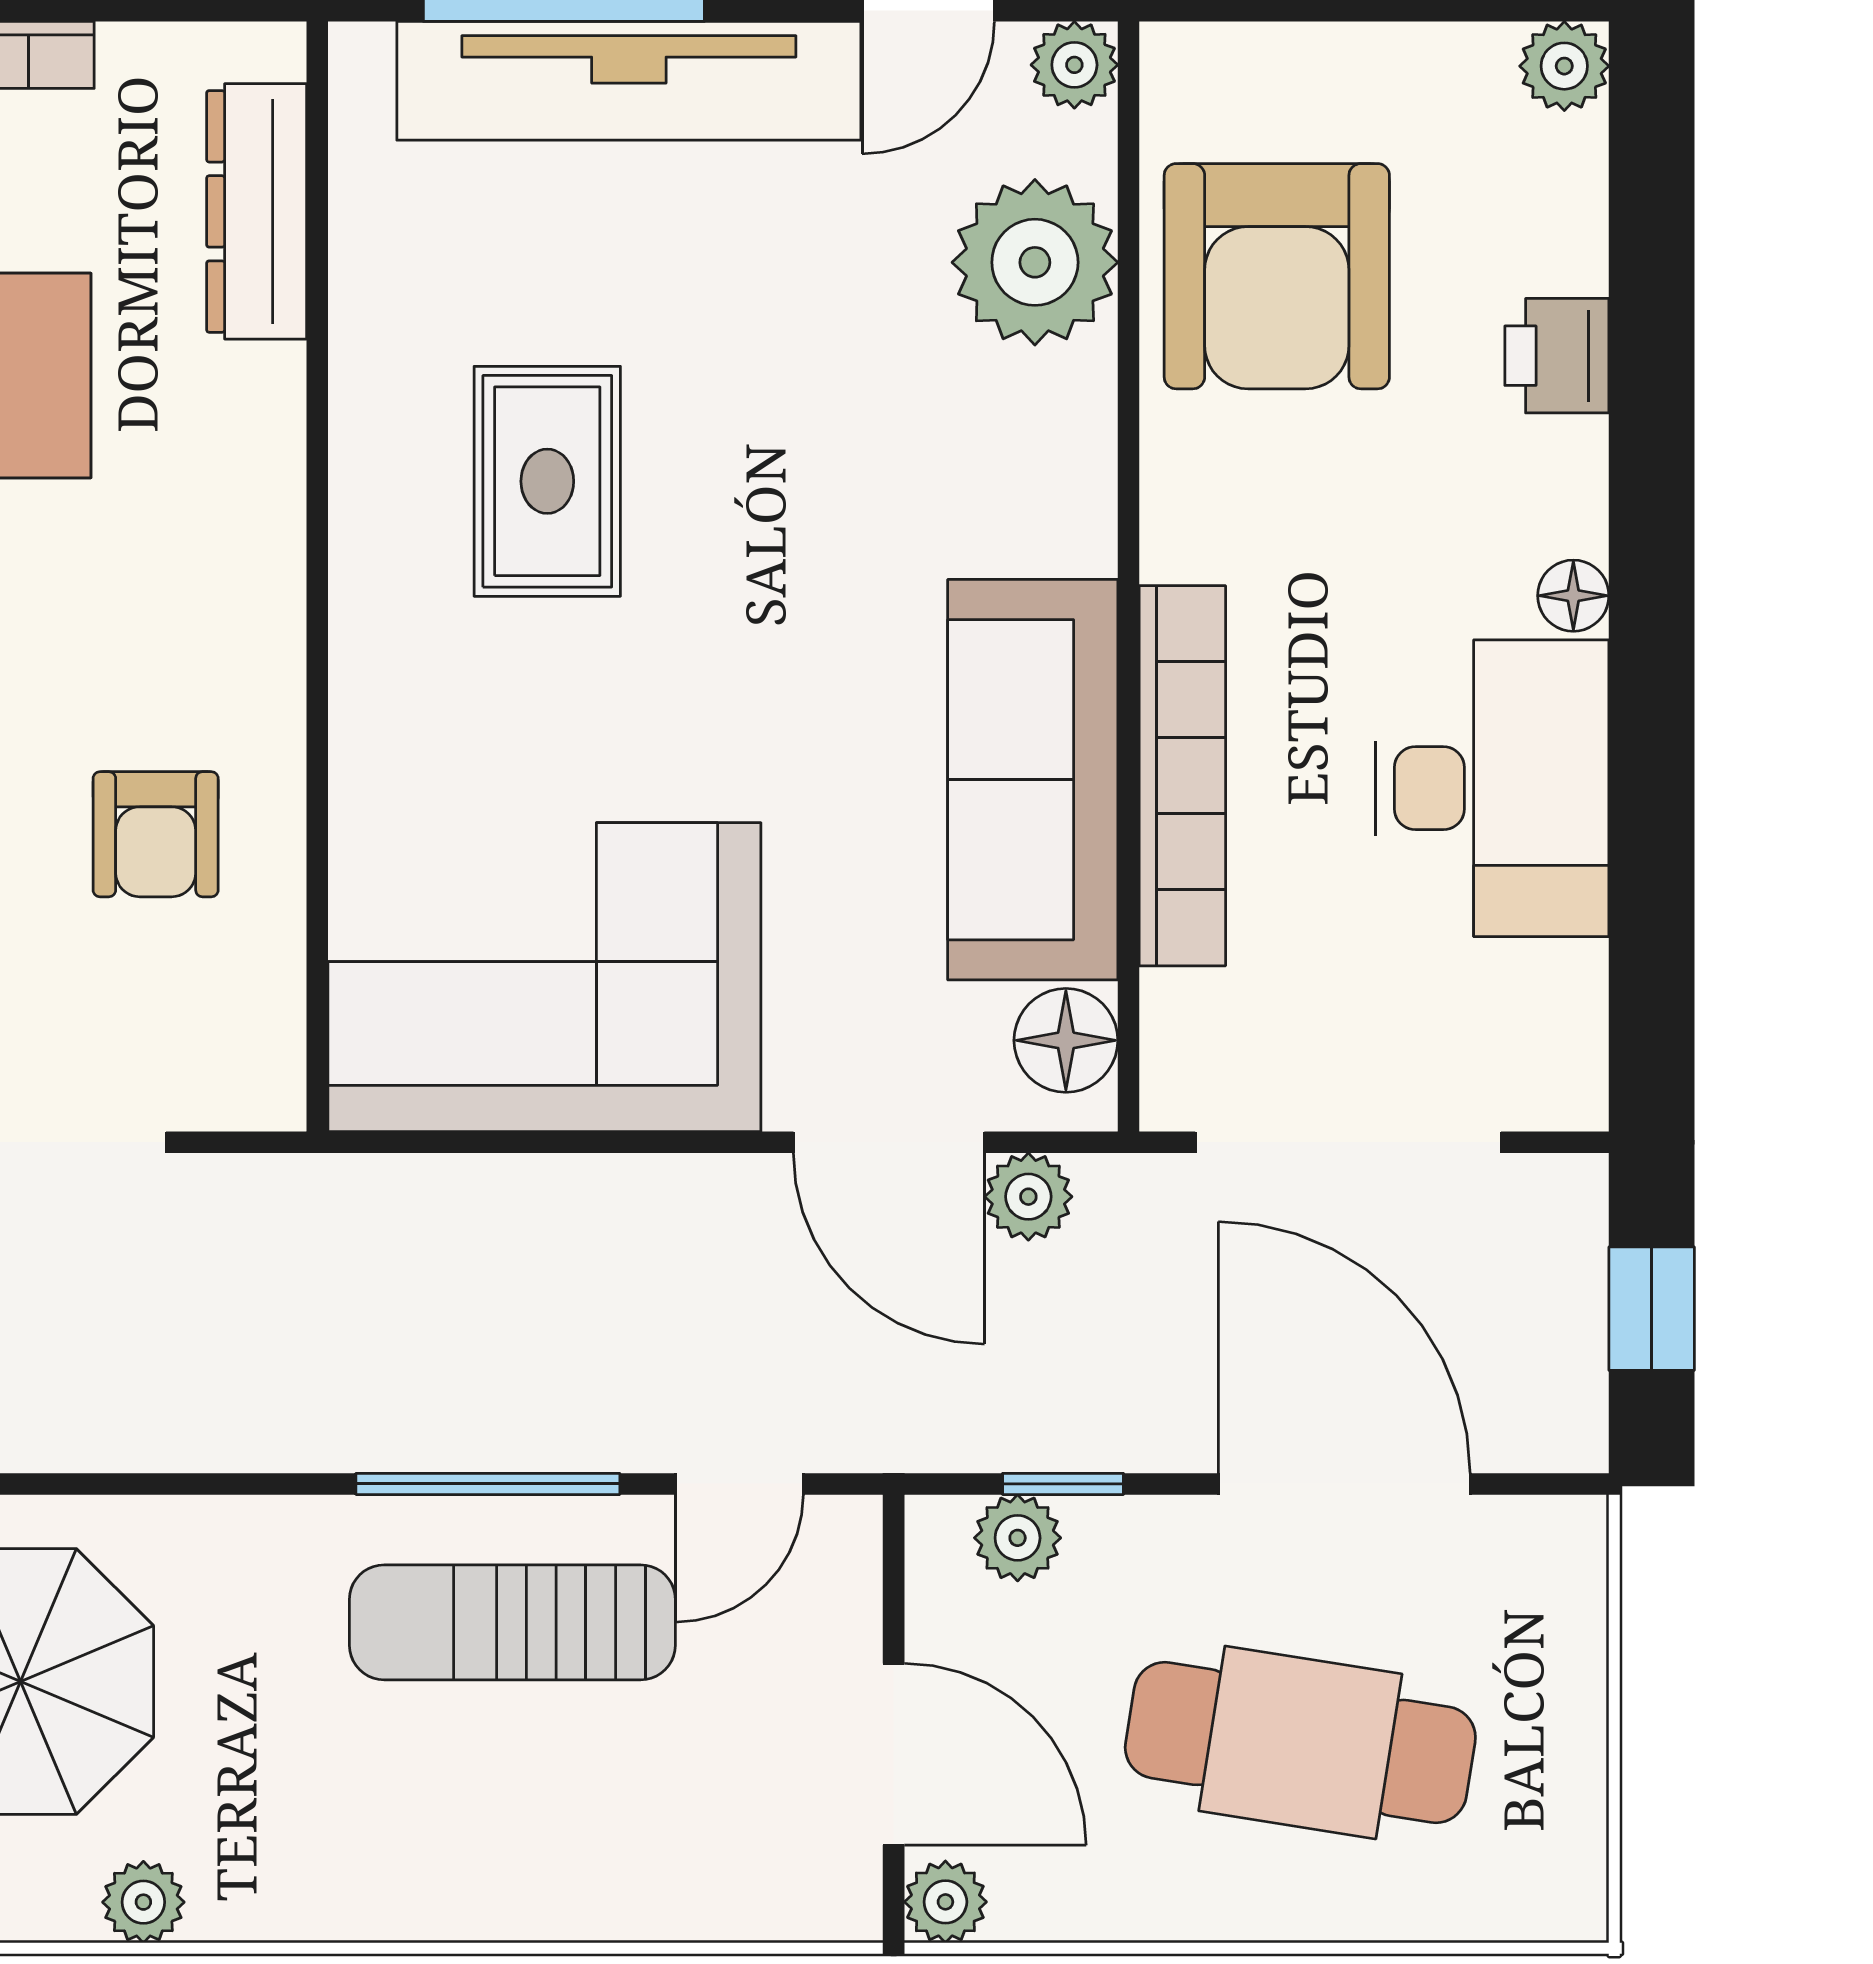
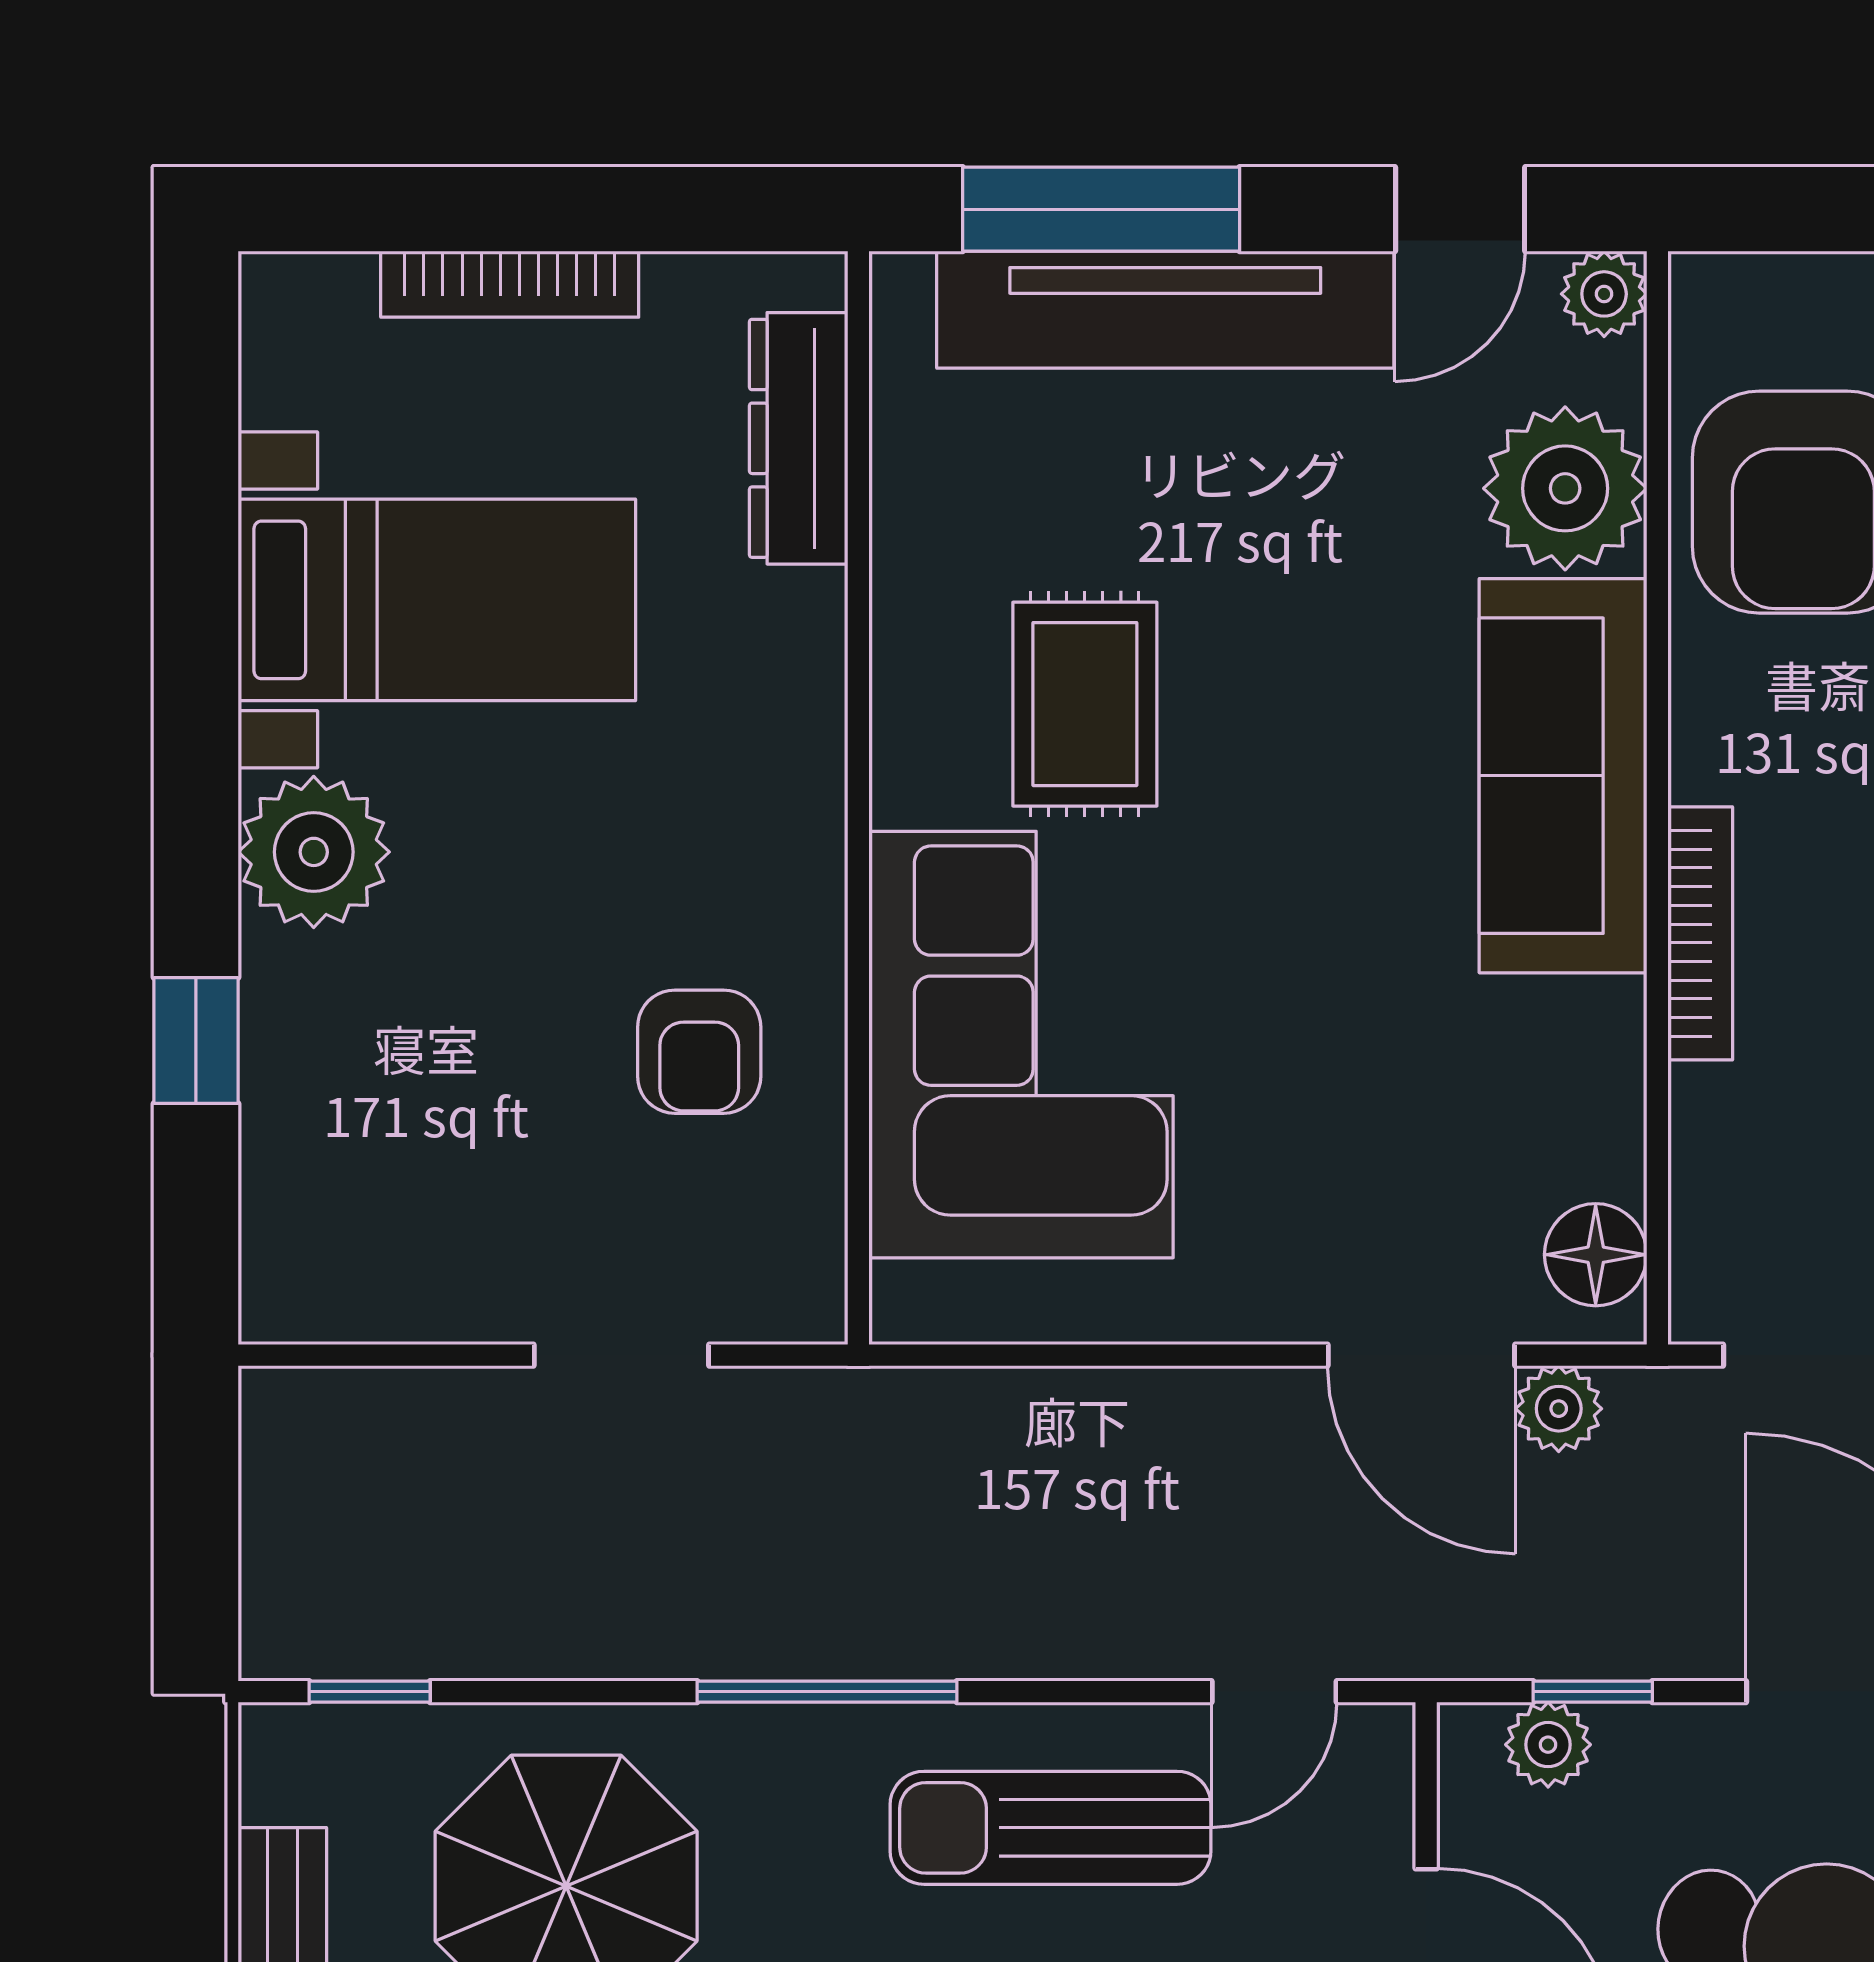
bookcase: (1182, 776) -> (1700, 933), width x0.68, depth x0.76
sofa: (1033, 780) -> (1563, 776), moved
corner sofa: (544, 977) -> (1021, 1045), moved, turned 90
window: (488, 1484) -> (827, 1692), moved

